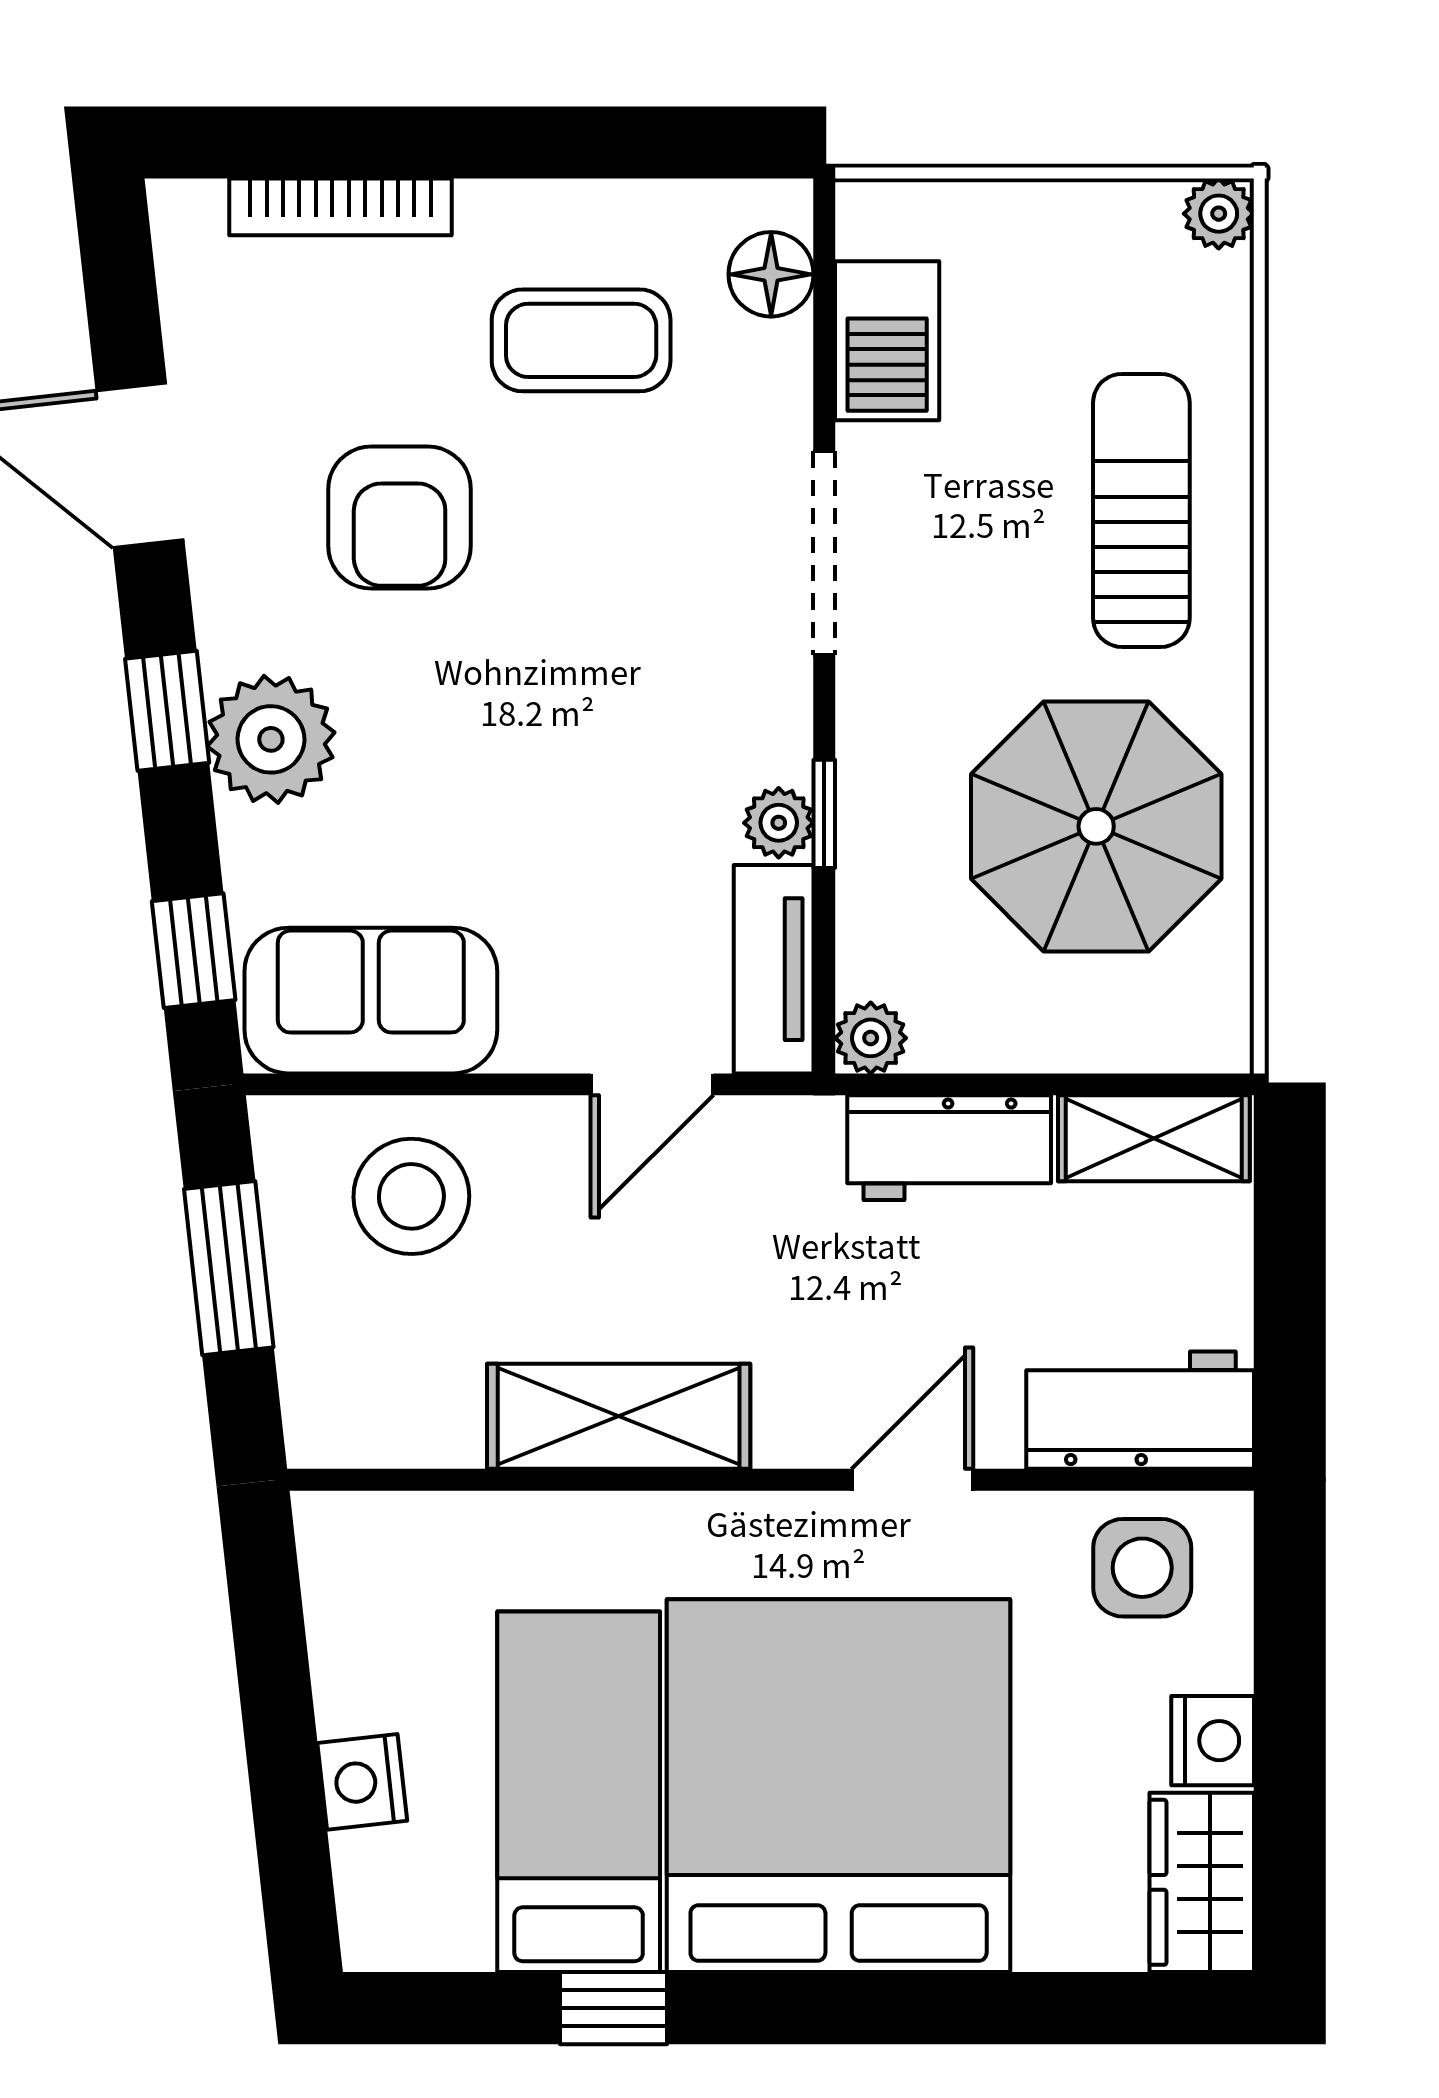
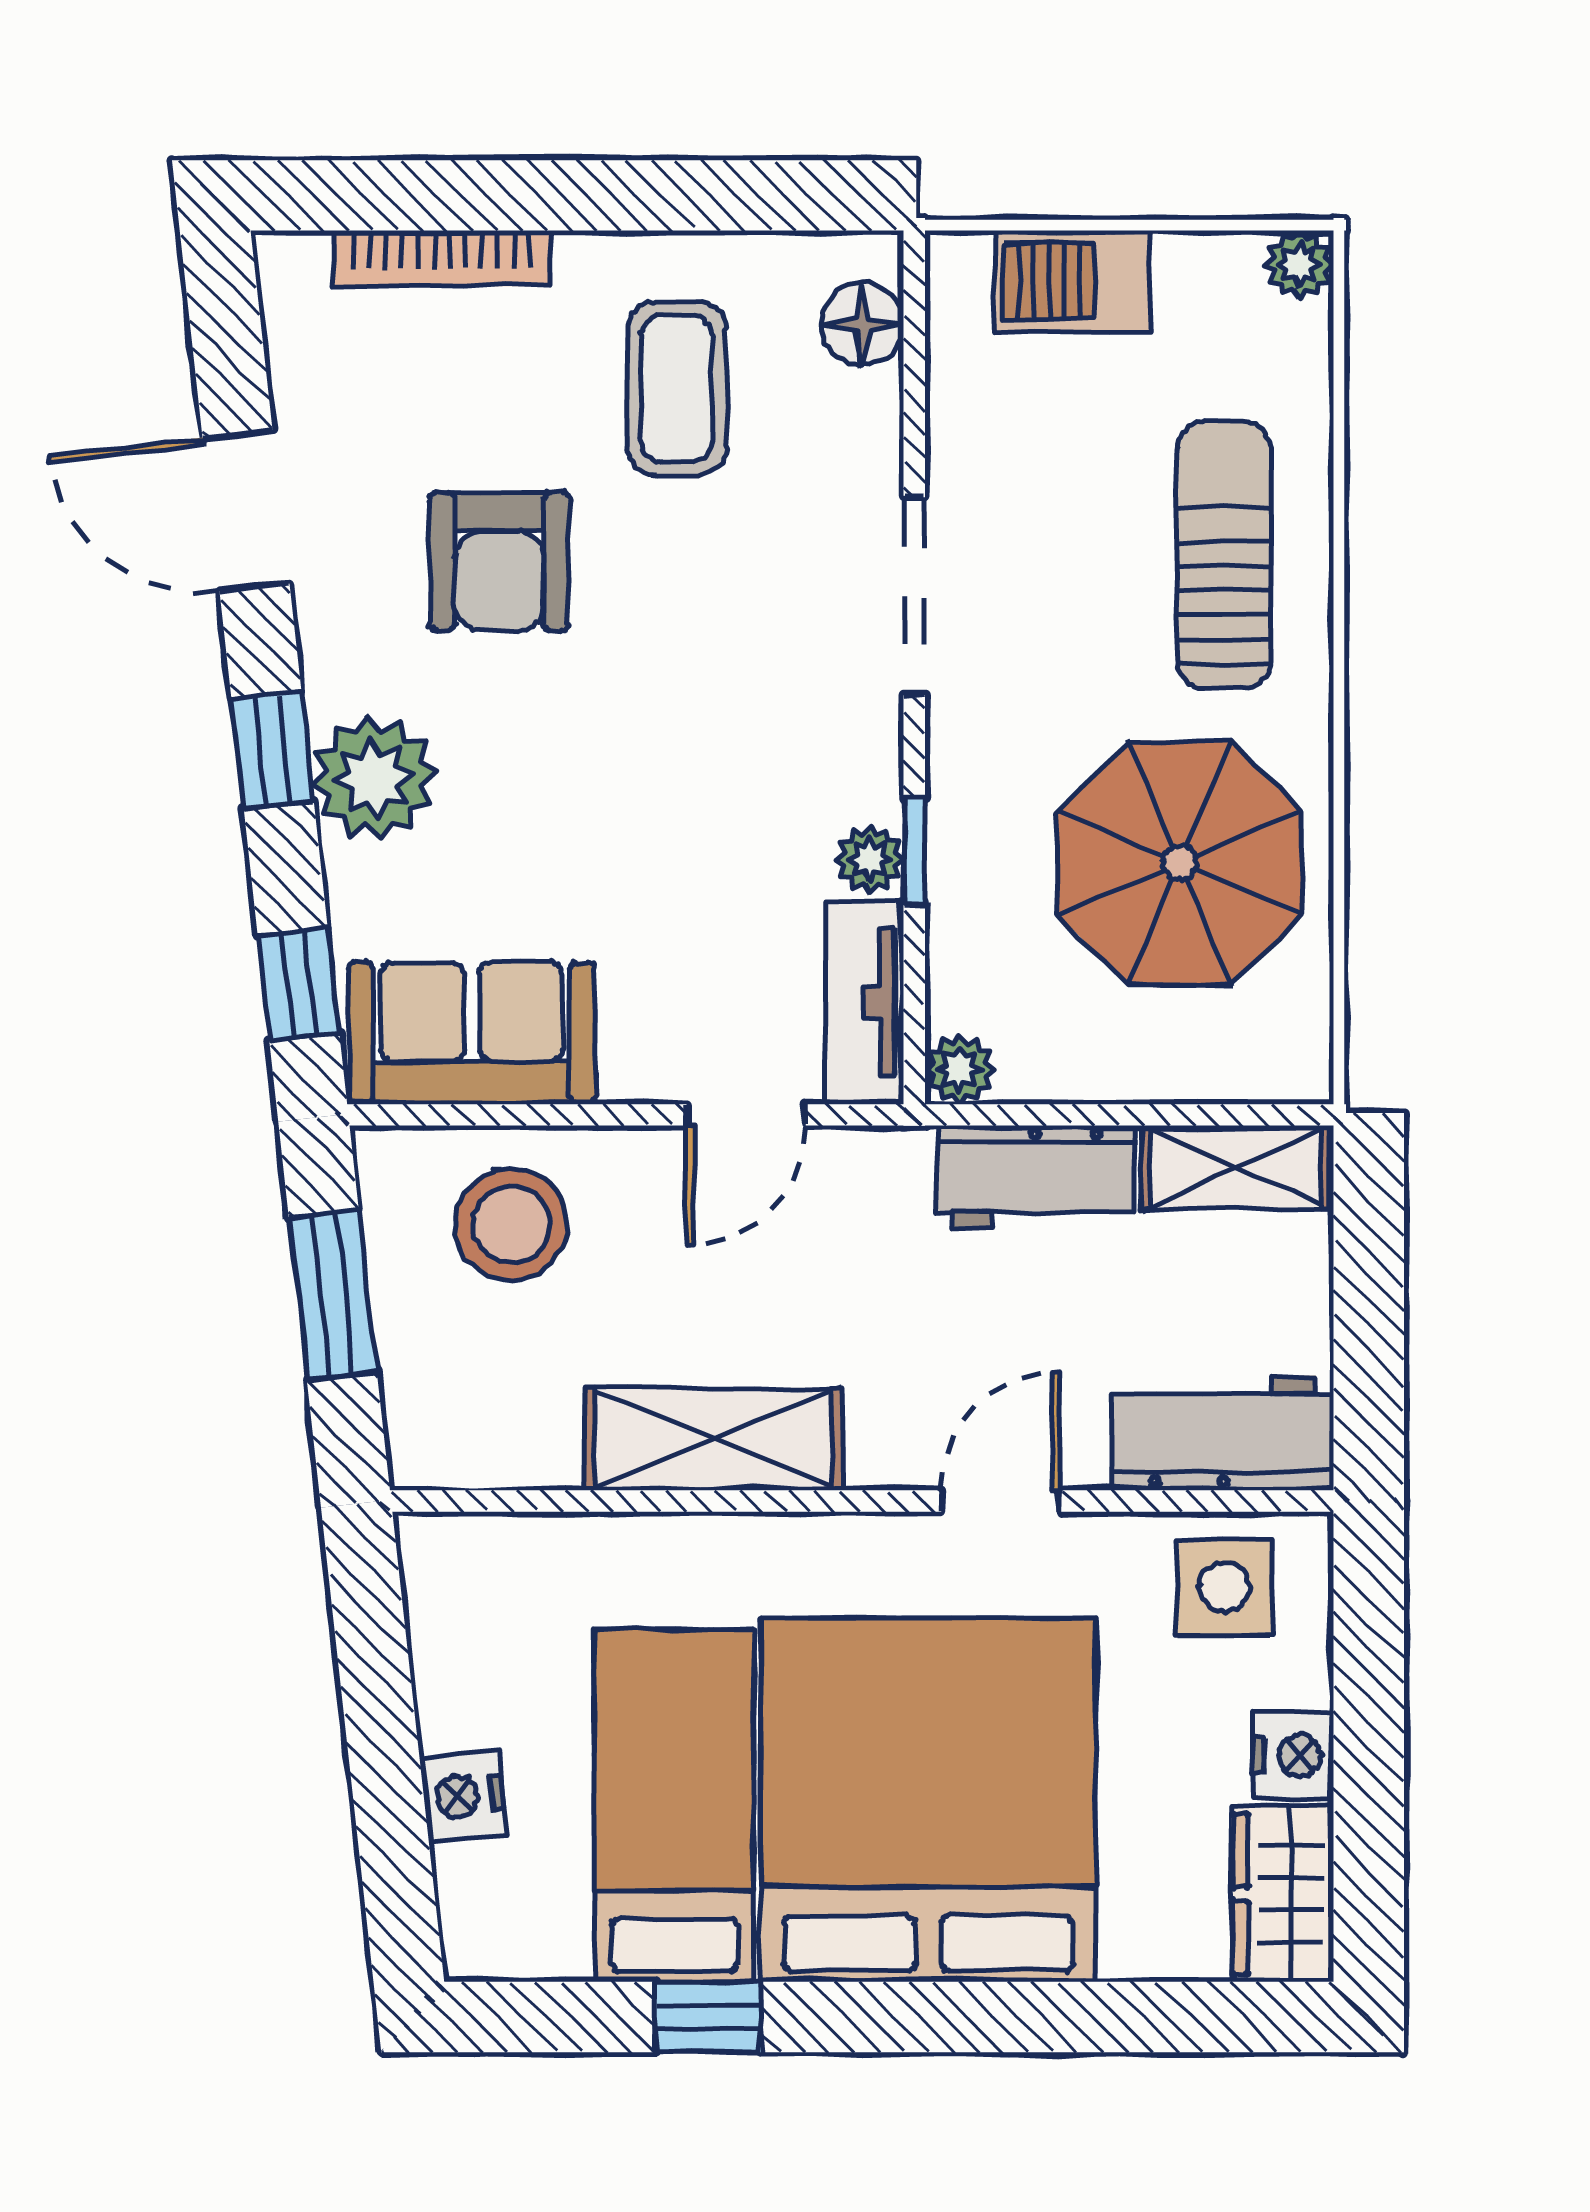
coffee table: (581, 340) -> (677, 389), turned 90
barbecue: (887, 341) -> (1072, 281), moved, turned 90

